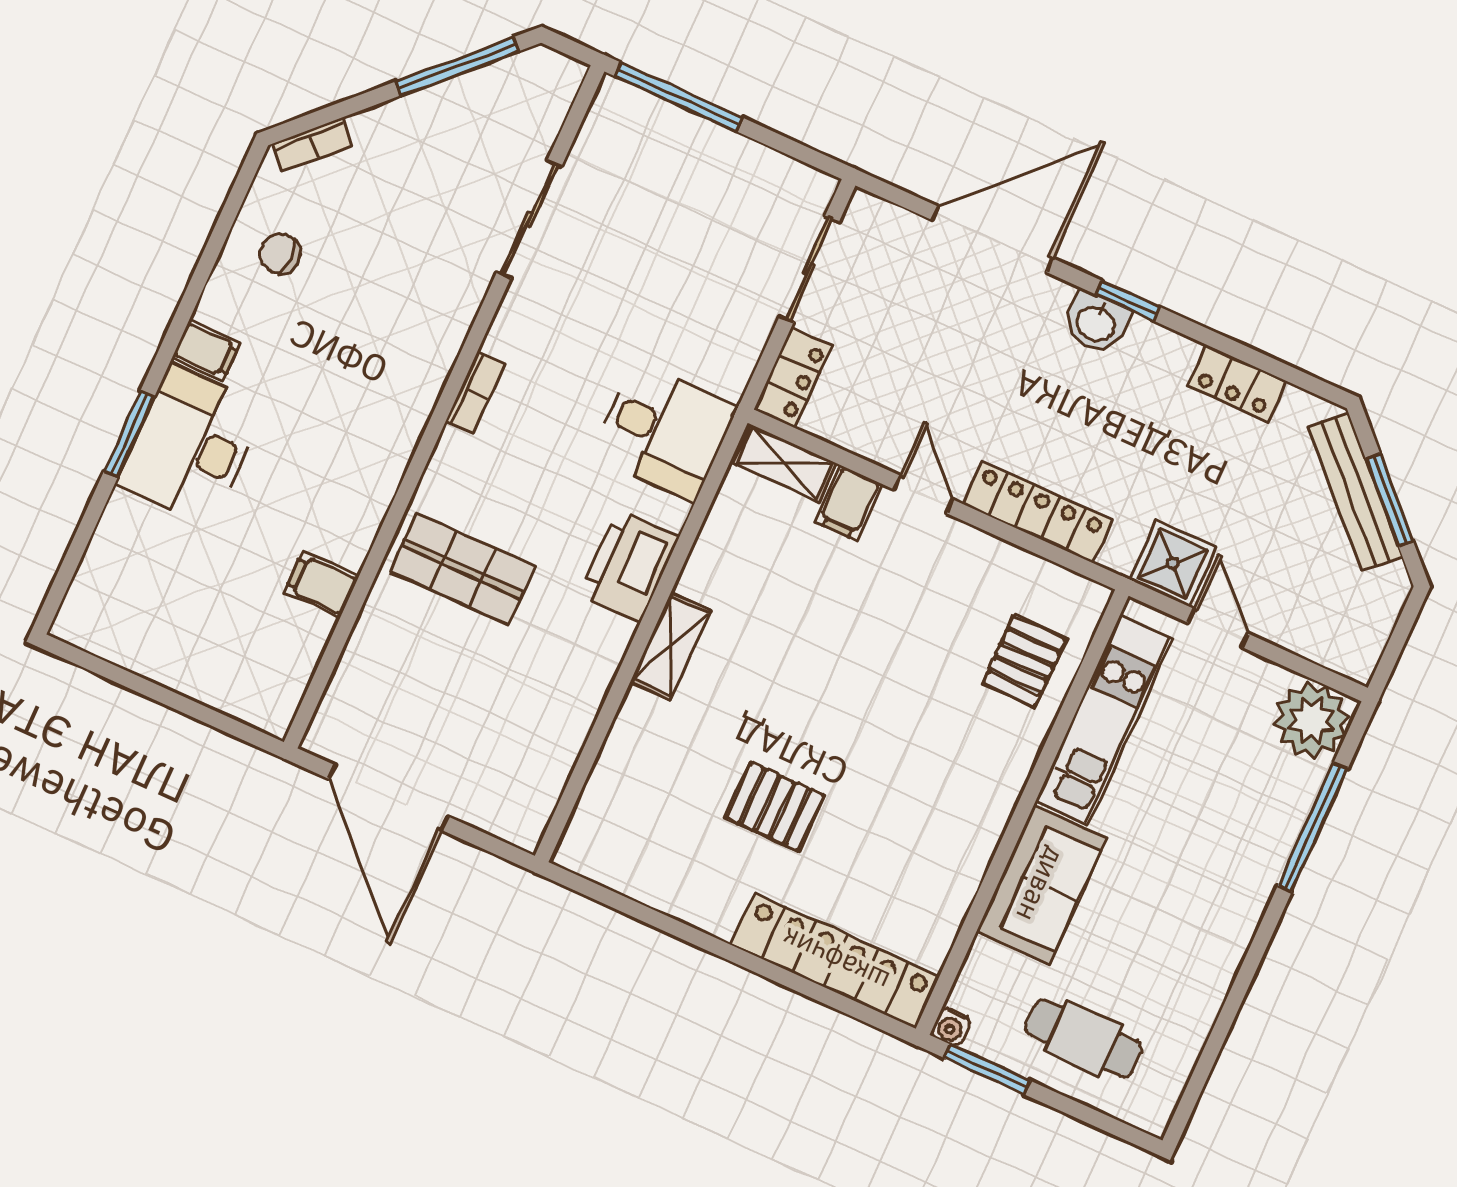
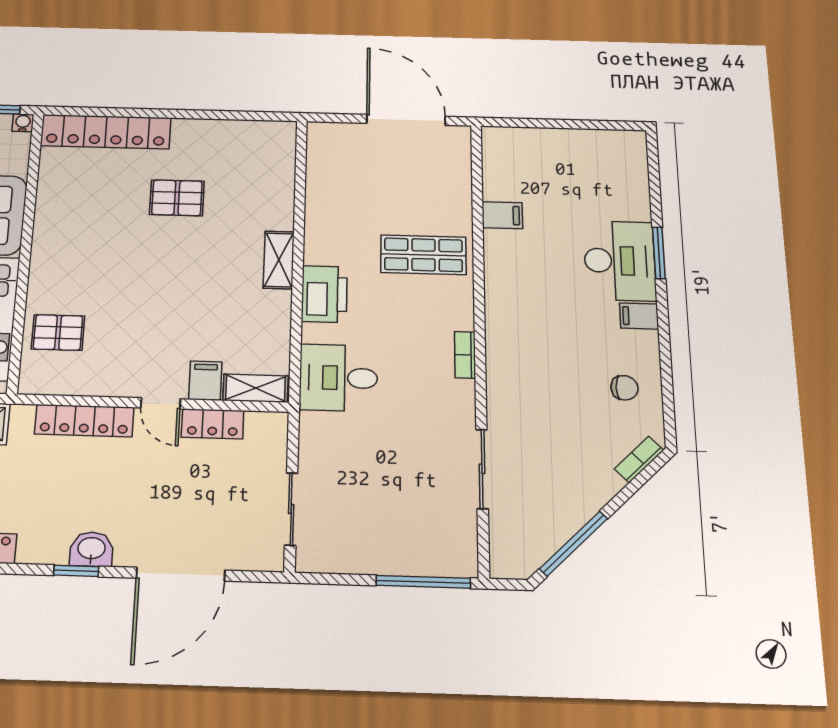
locker: (793, 378) -> (213, 424), moved, turned -90
pallet: (1024, 661) -> (58, 332), turned 90

